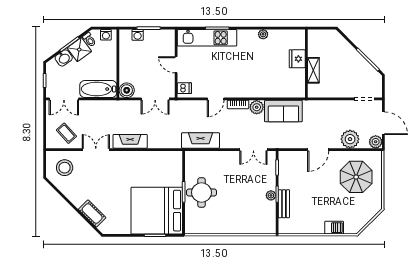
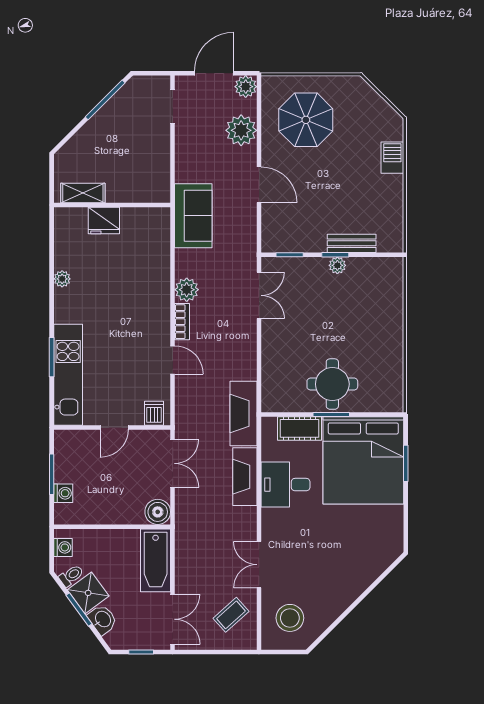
shelving: (313, 70) -> (83, 193), moved
sofa: (283, 111) -> (193, 216), moved
fireplace: (201, 140) -> (243, 414), moved
fireplace: (130, 141) -> (245, 477), moved
desk: (143, 165) -> (285, 485), added
cot: (92, 214) -> (299, 428), moved, turned 45

